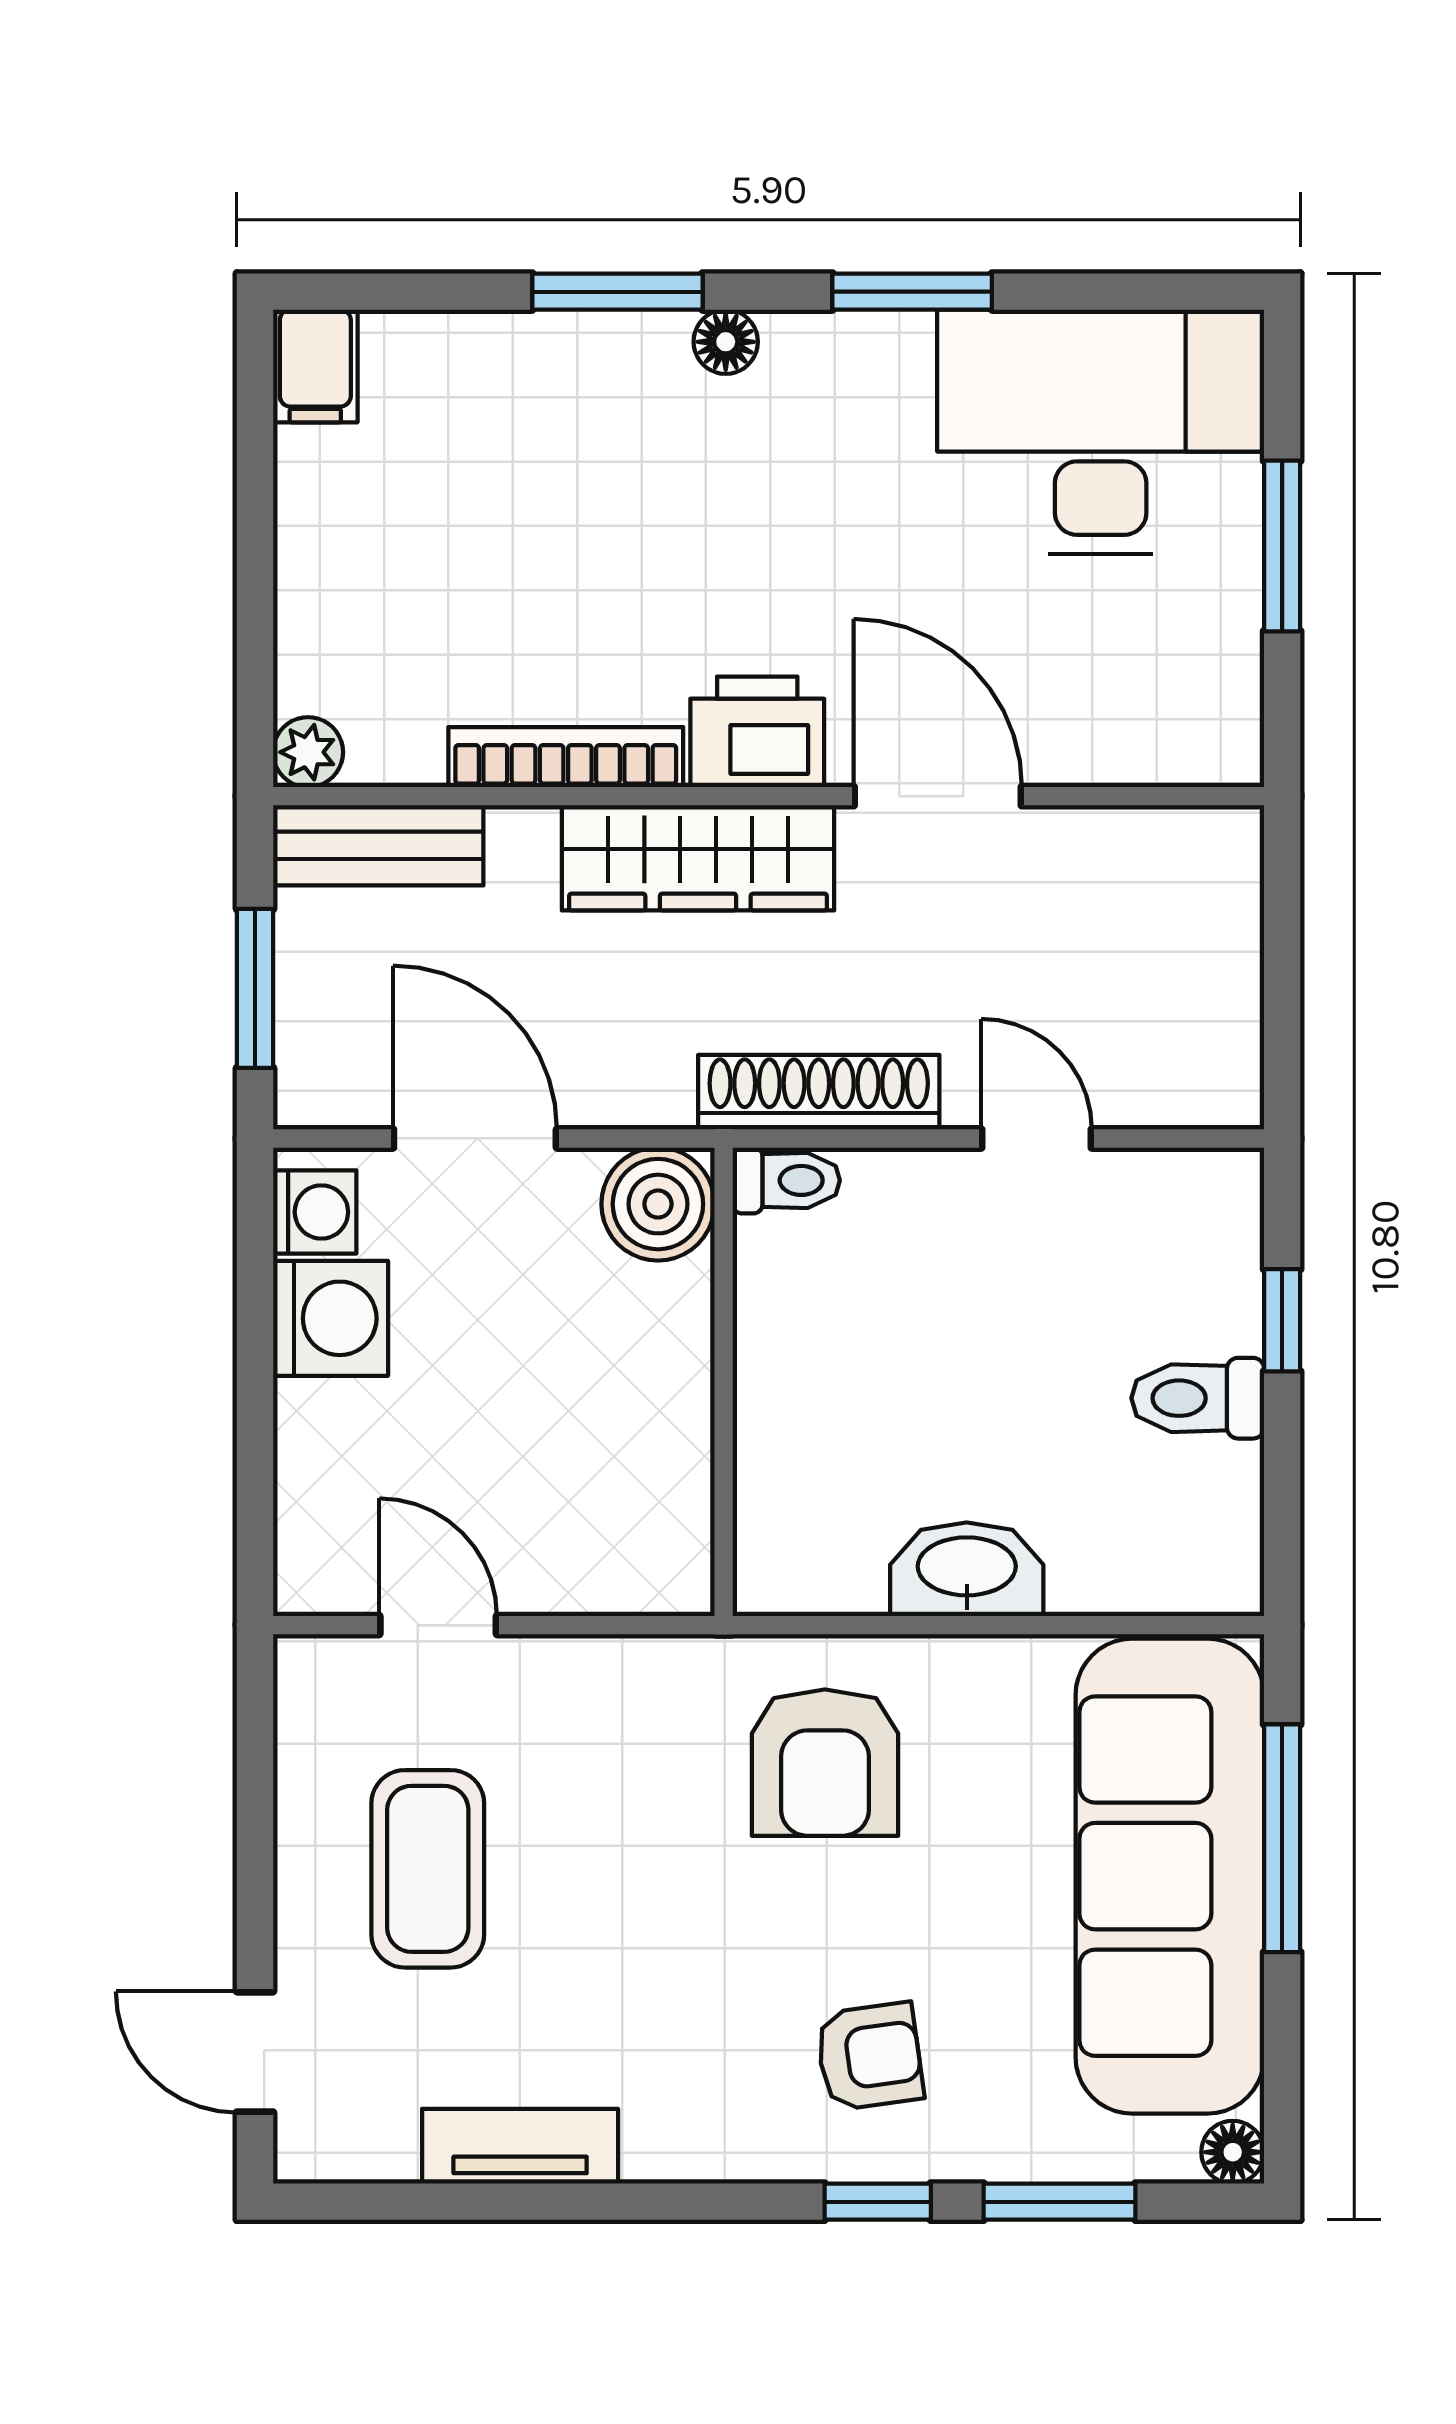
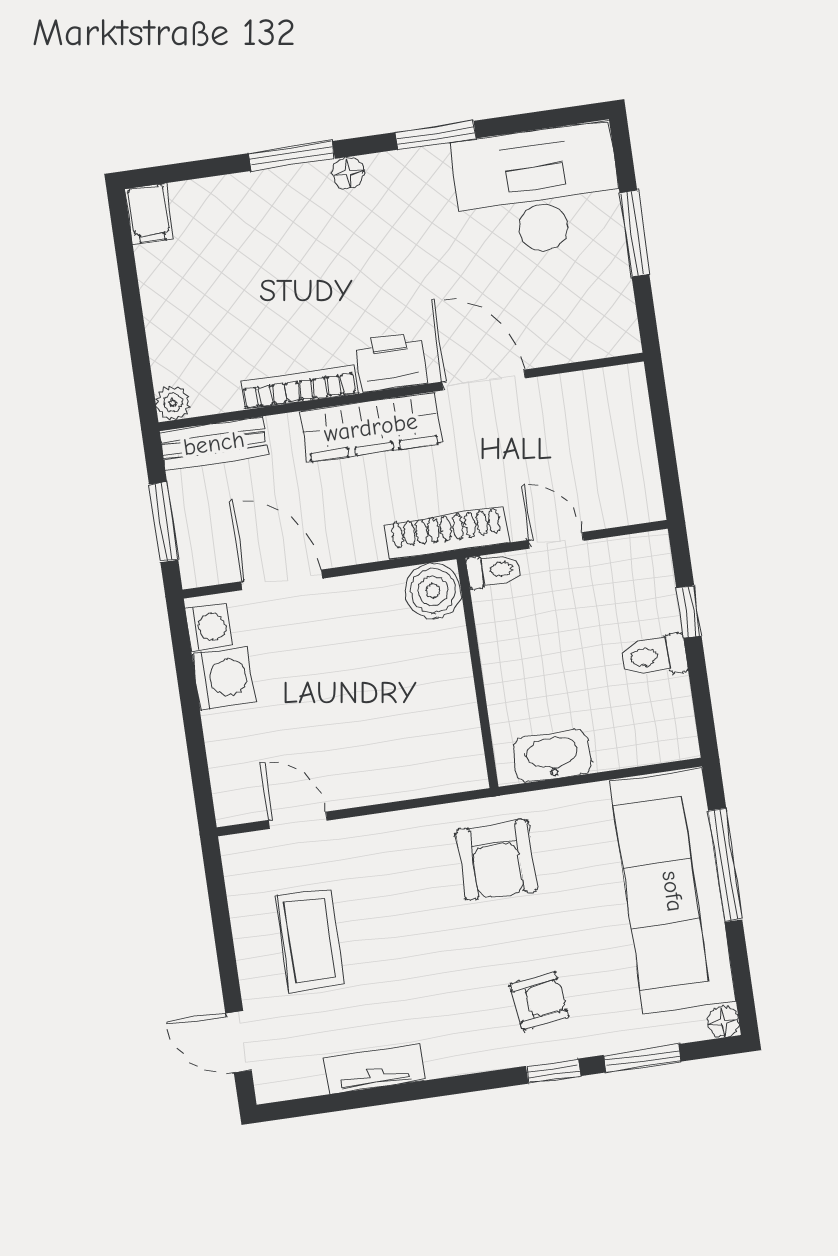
toilet: (786, 1180) -> (494, 570), moved
boiler: (658, 1204) -> (433, 591), moved
wall: (724, 1382) -> (478, 673), moved

